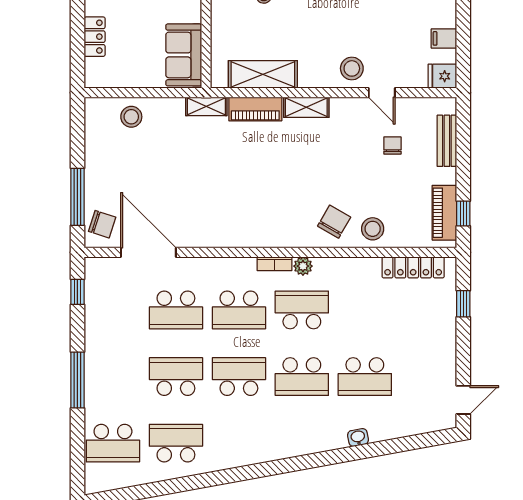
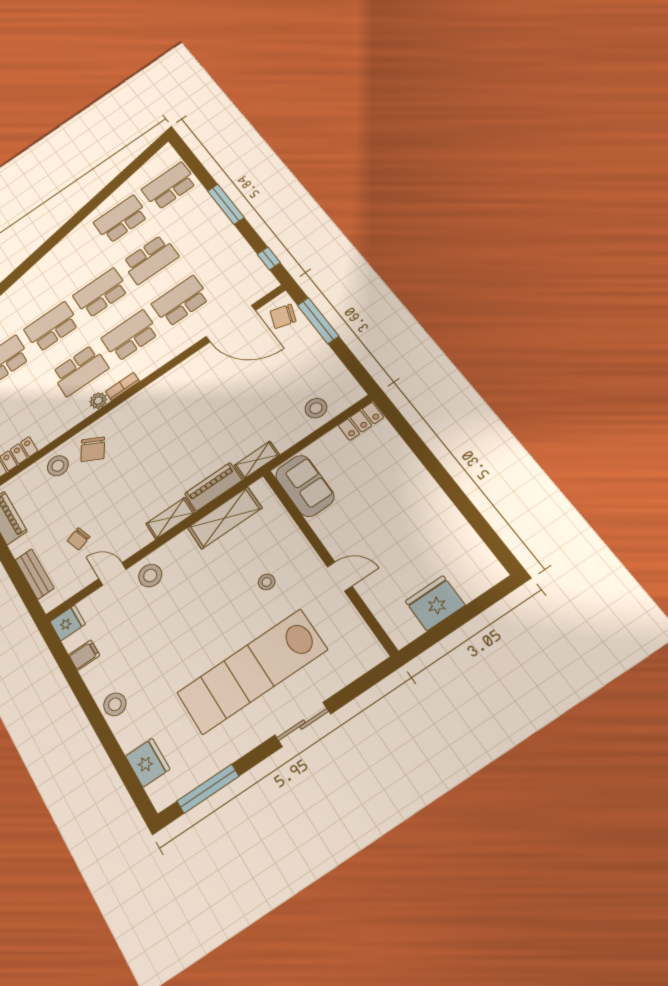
locker: (95, 37) -> (361, 421), moved, turned -90
chair: (392, 145) -> (79, 539), turned 72
school desk: (239, 377) -> (101, 293), turned 180
school desk: (176, 443) -> (121, 219), turned 180

